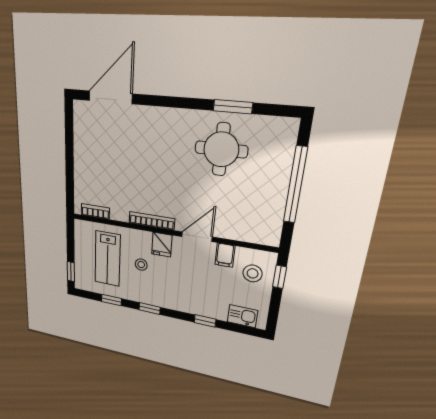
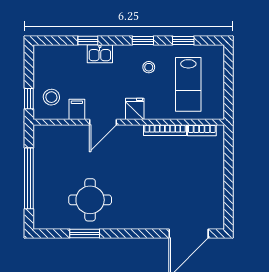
bookcase: (152, 221) -> (165, 130), moved
lab bench: (108, 259) -> (188, 84), turned 180
stool: (141, 265) -> (149, 67), moved
window: (71, 272) -> (228, 63), removed
kitchen sink: (242, 316) -> (100, 54), moved

